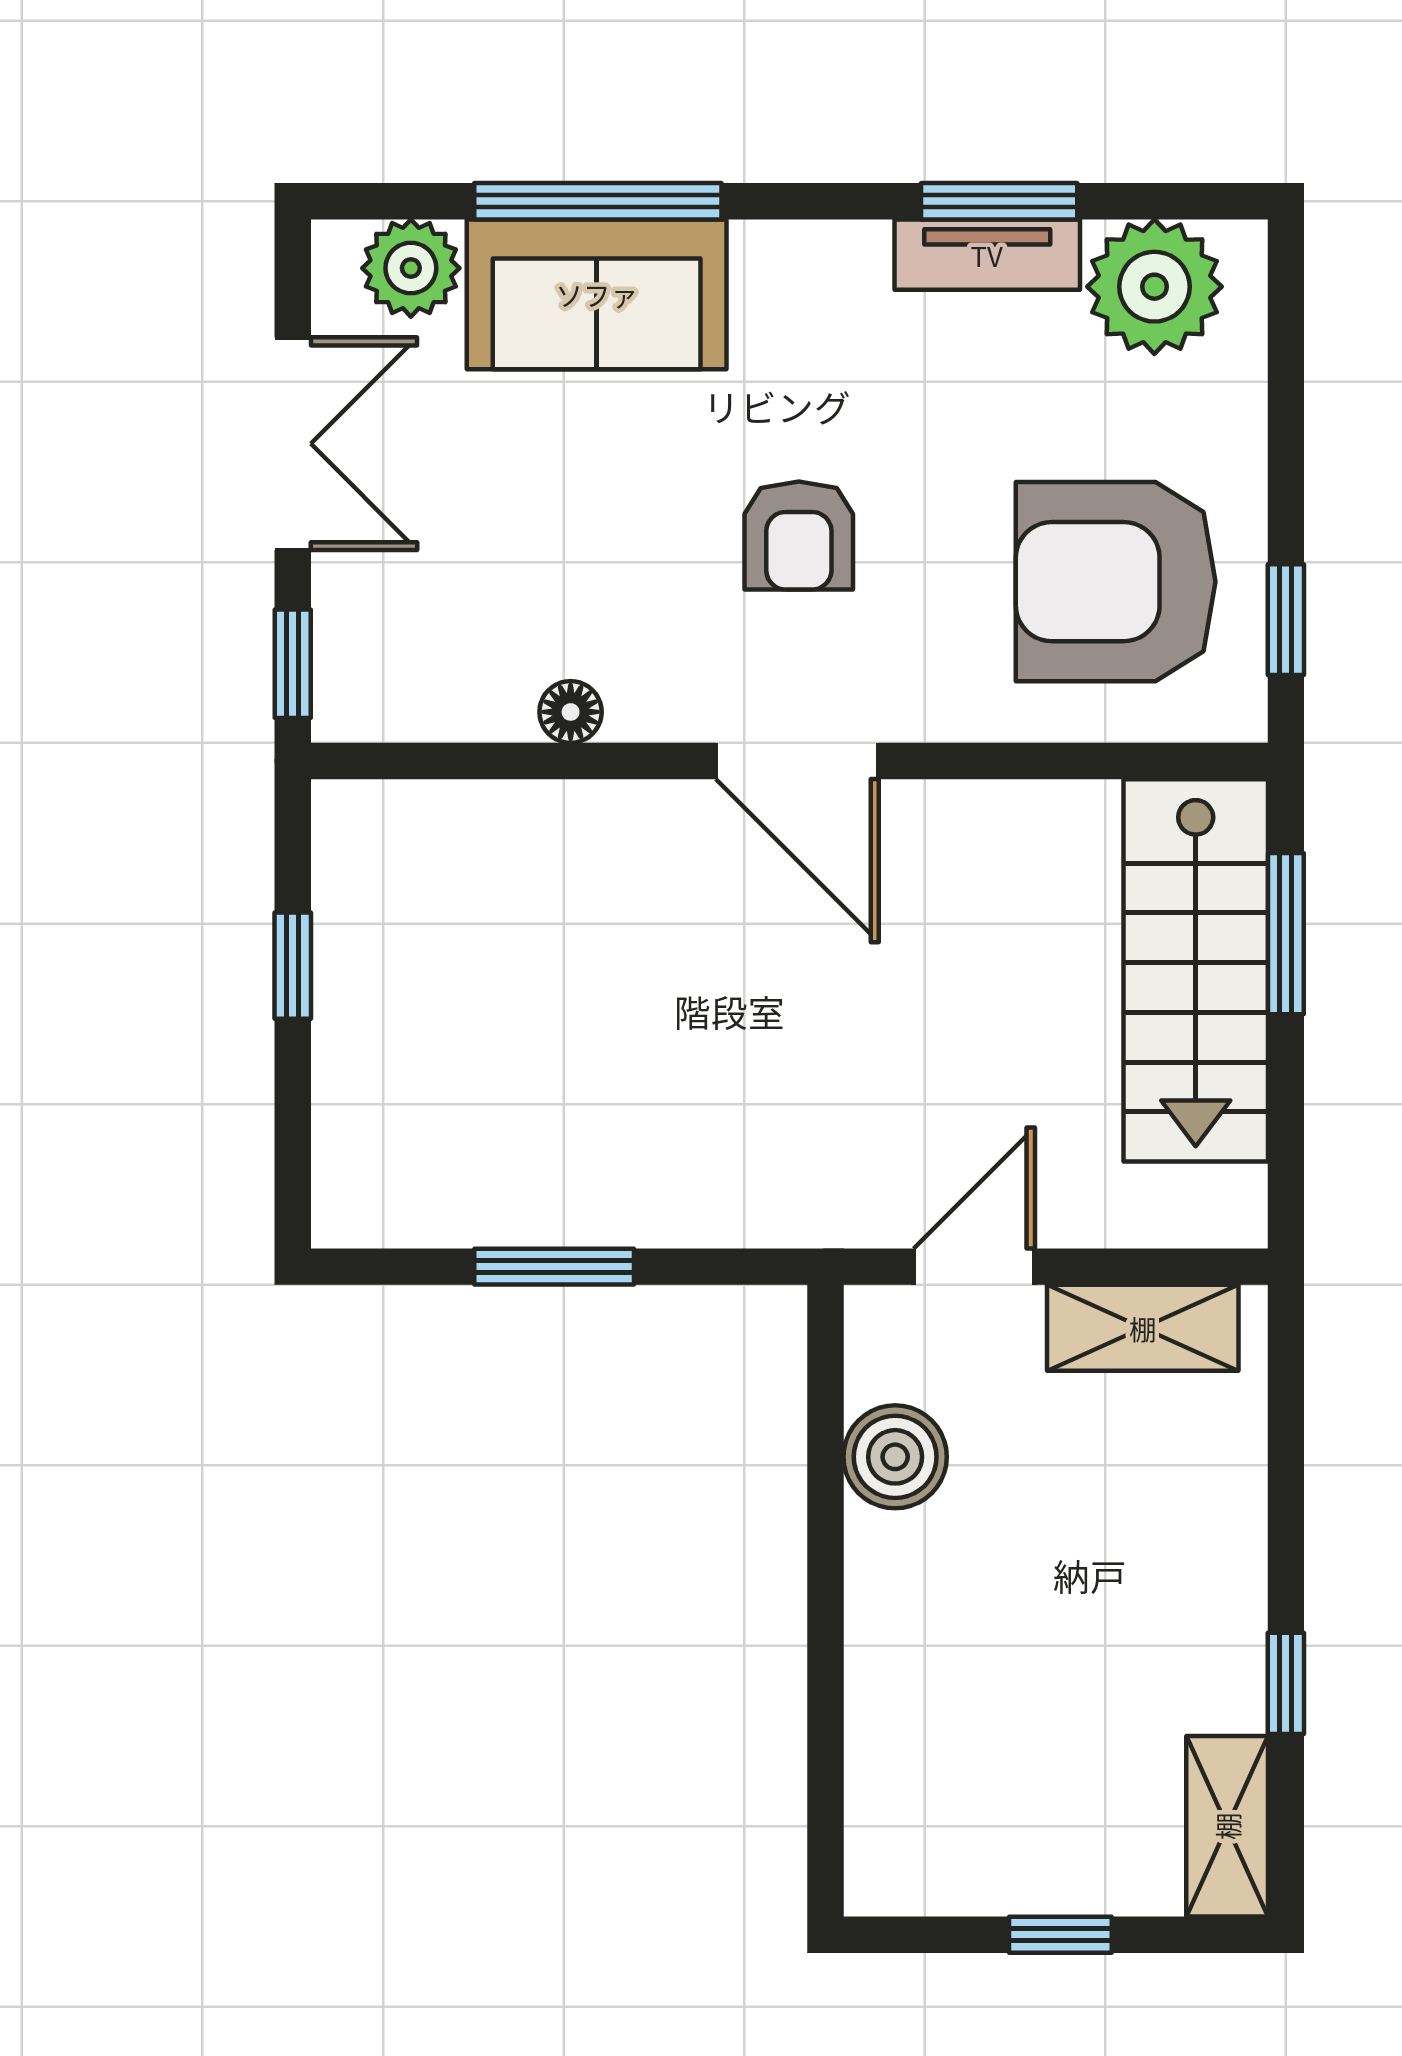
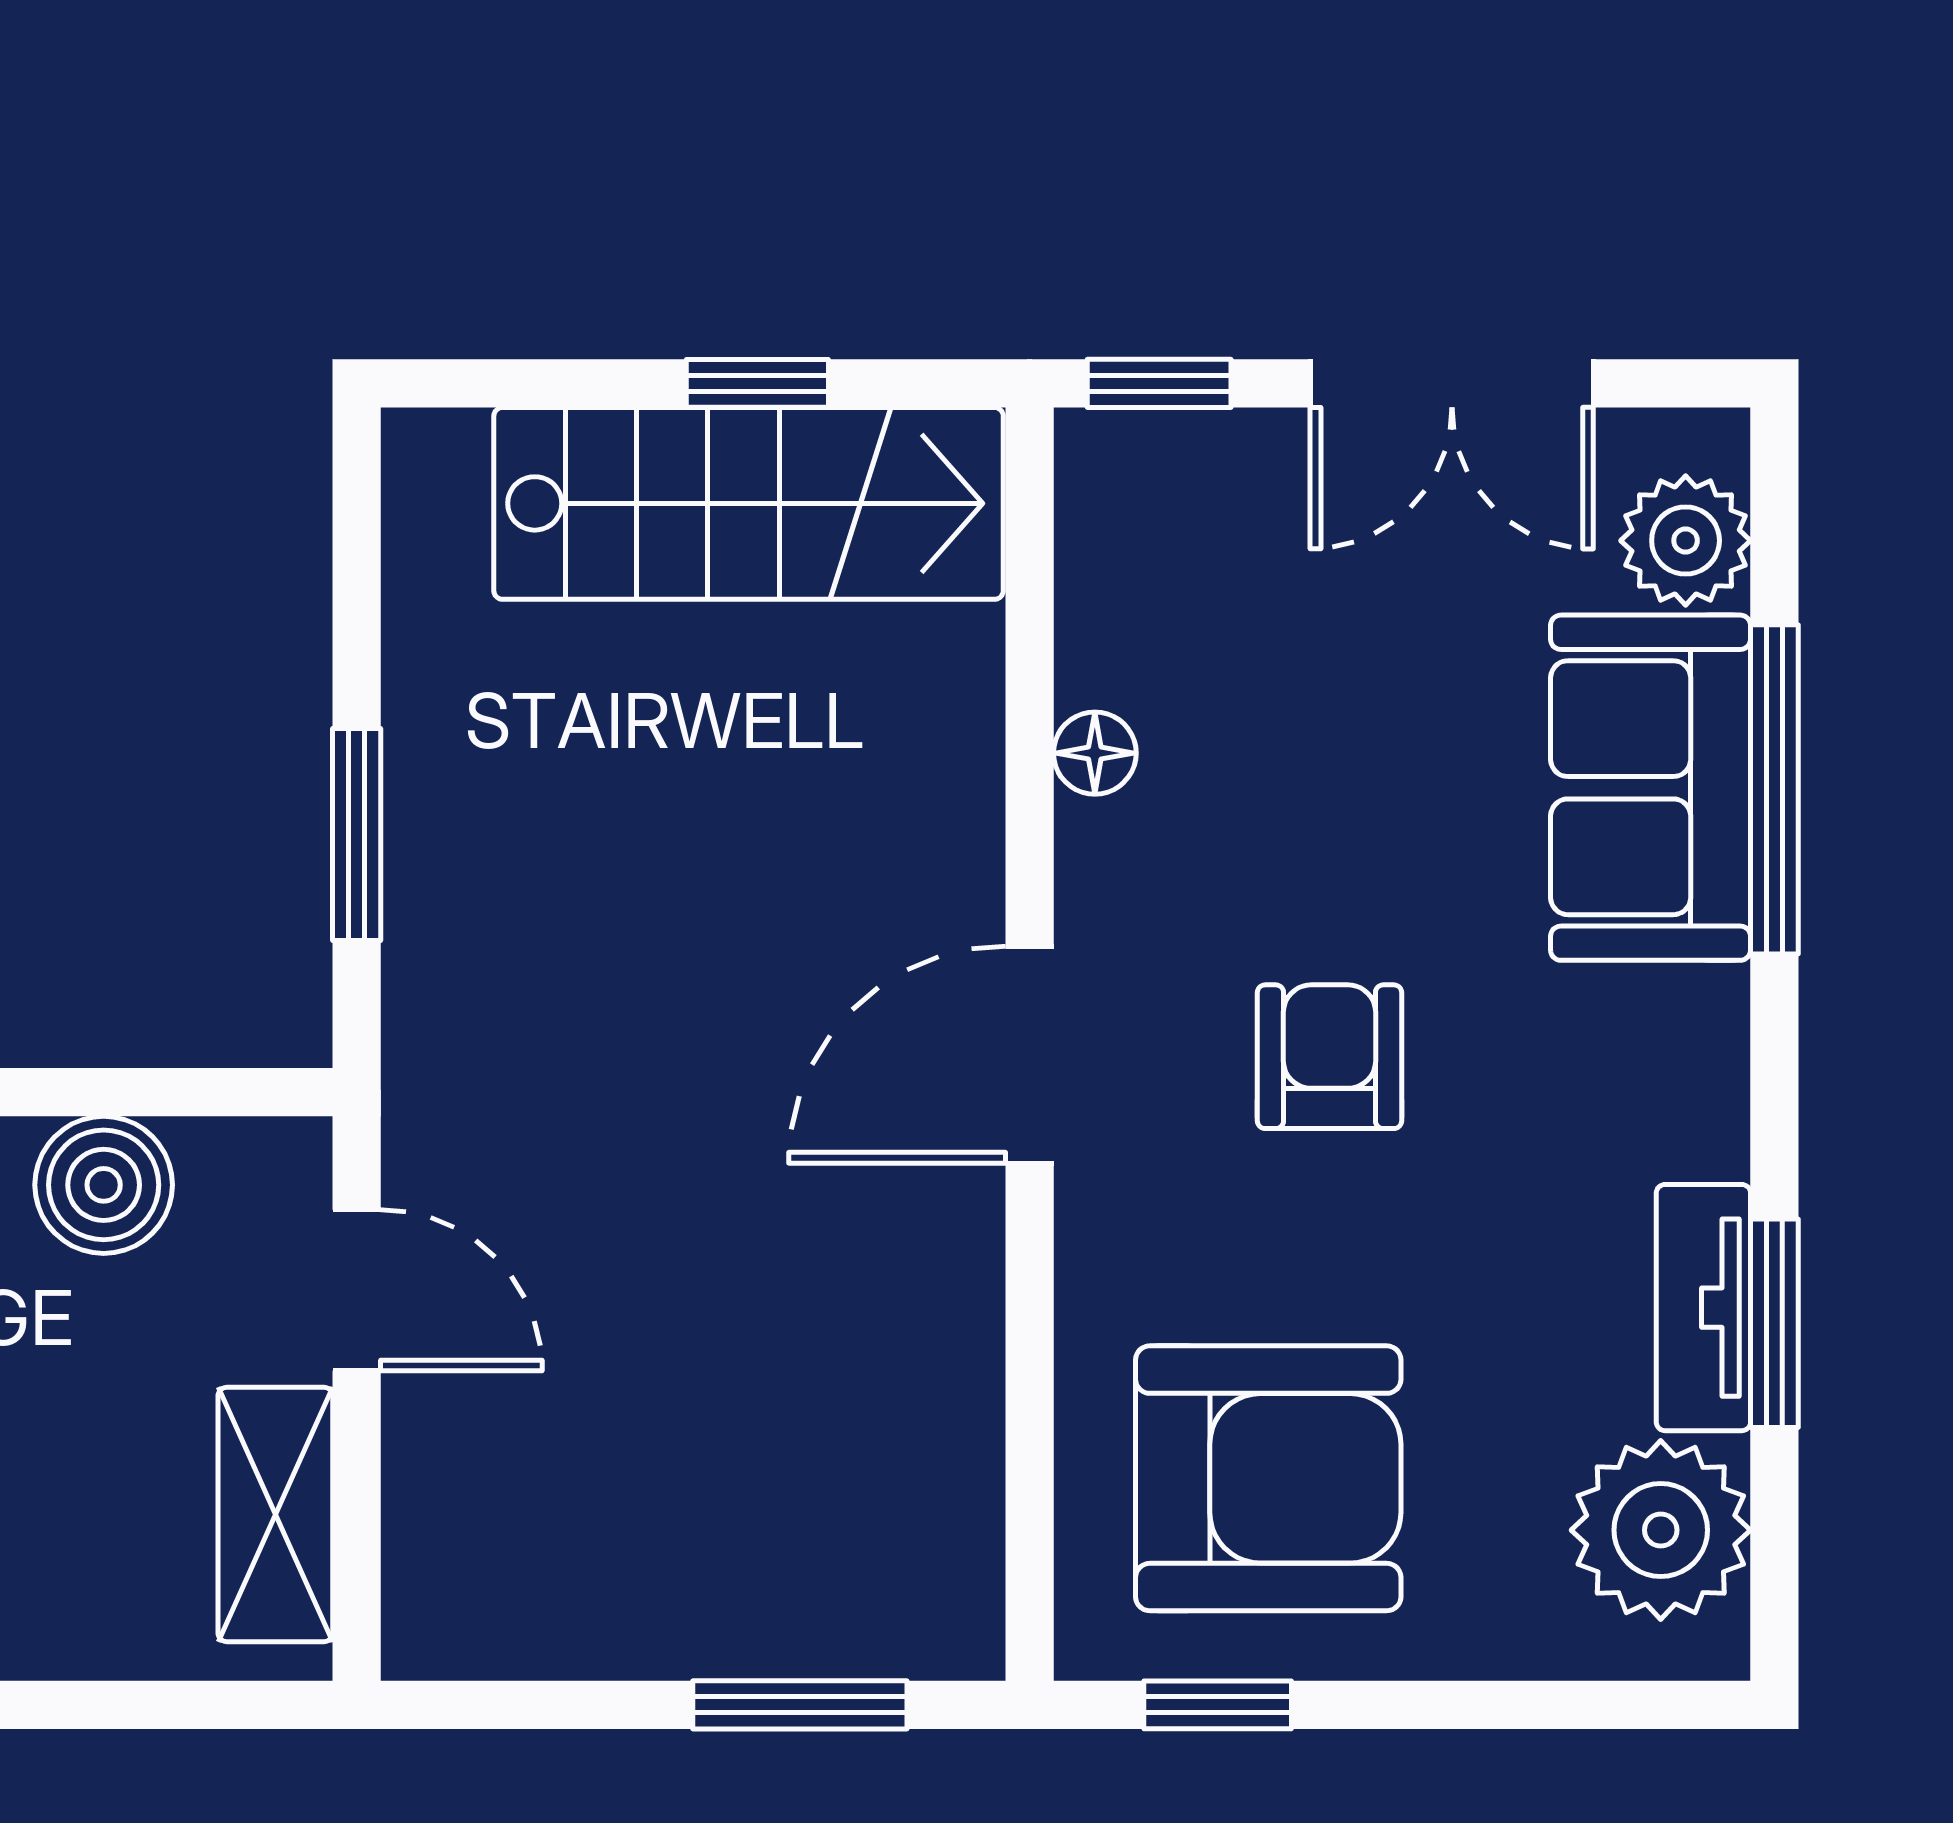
armchair: (799, 536) -> (1329, 1057), turned 90
armchair: (1116, 582) -> (1268, 1478), turned 90
stairs: (1196, 970) -> (749, 503), moved, turned 180
window: (554, 1267) -> (357, 834), moved

